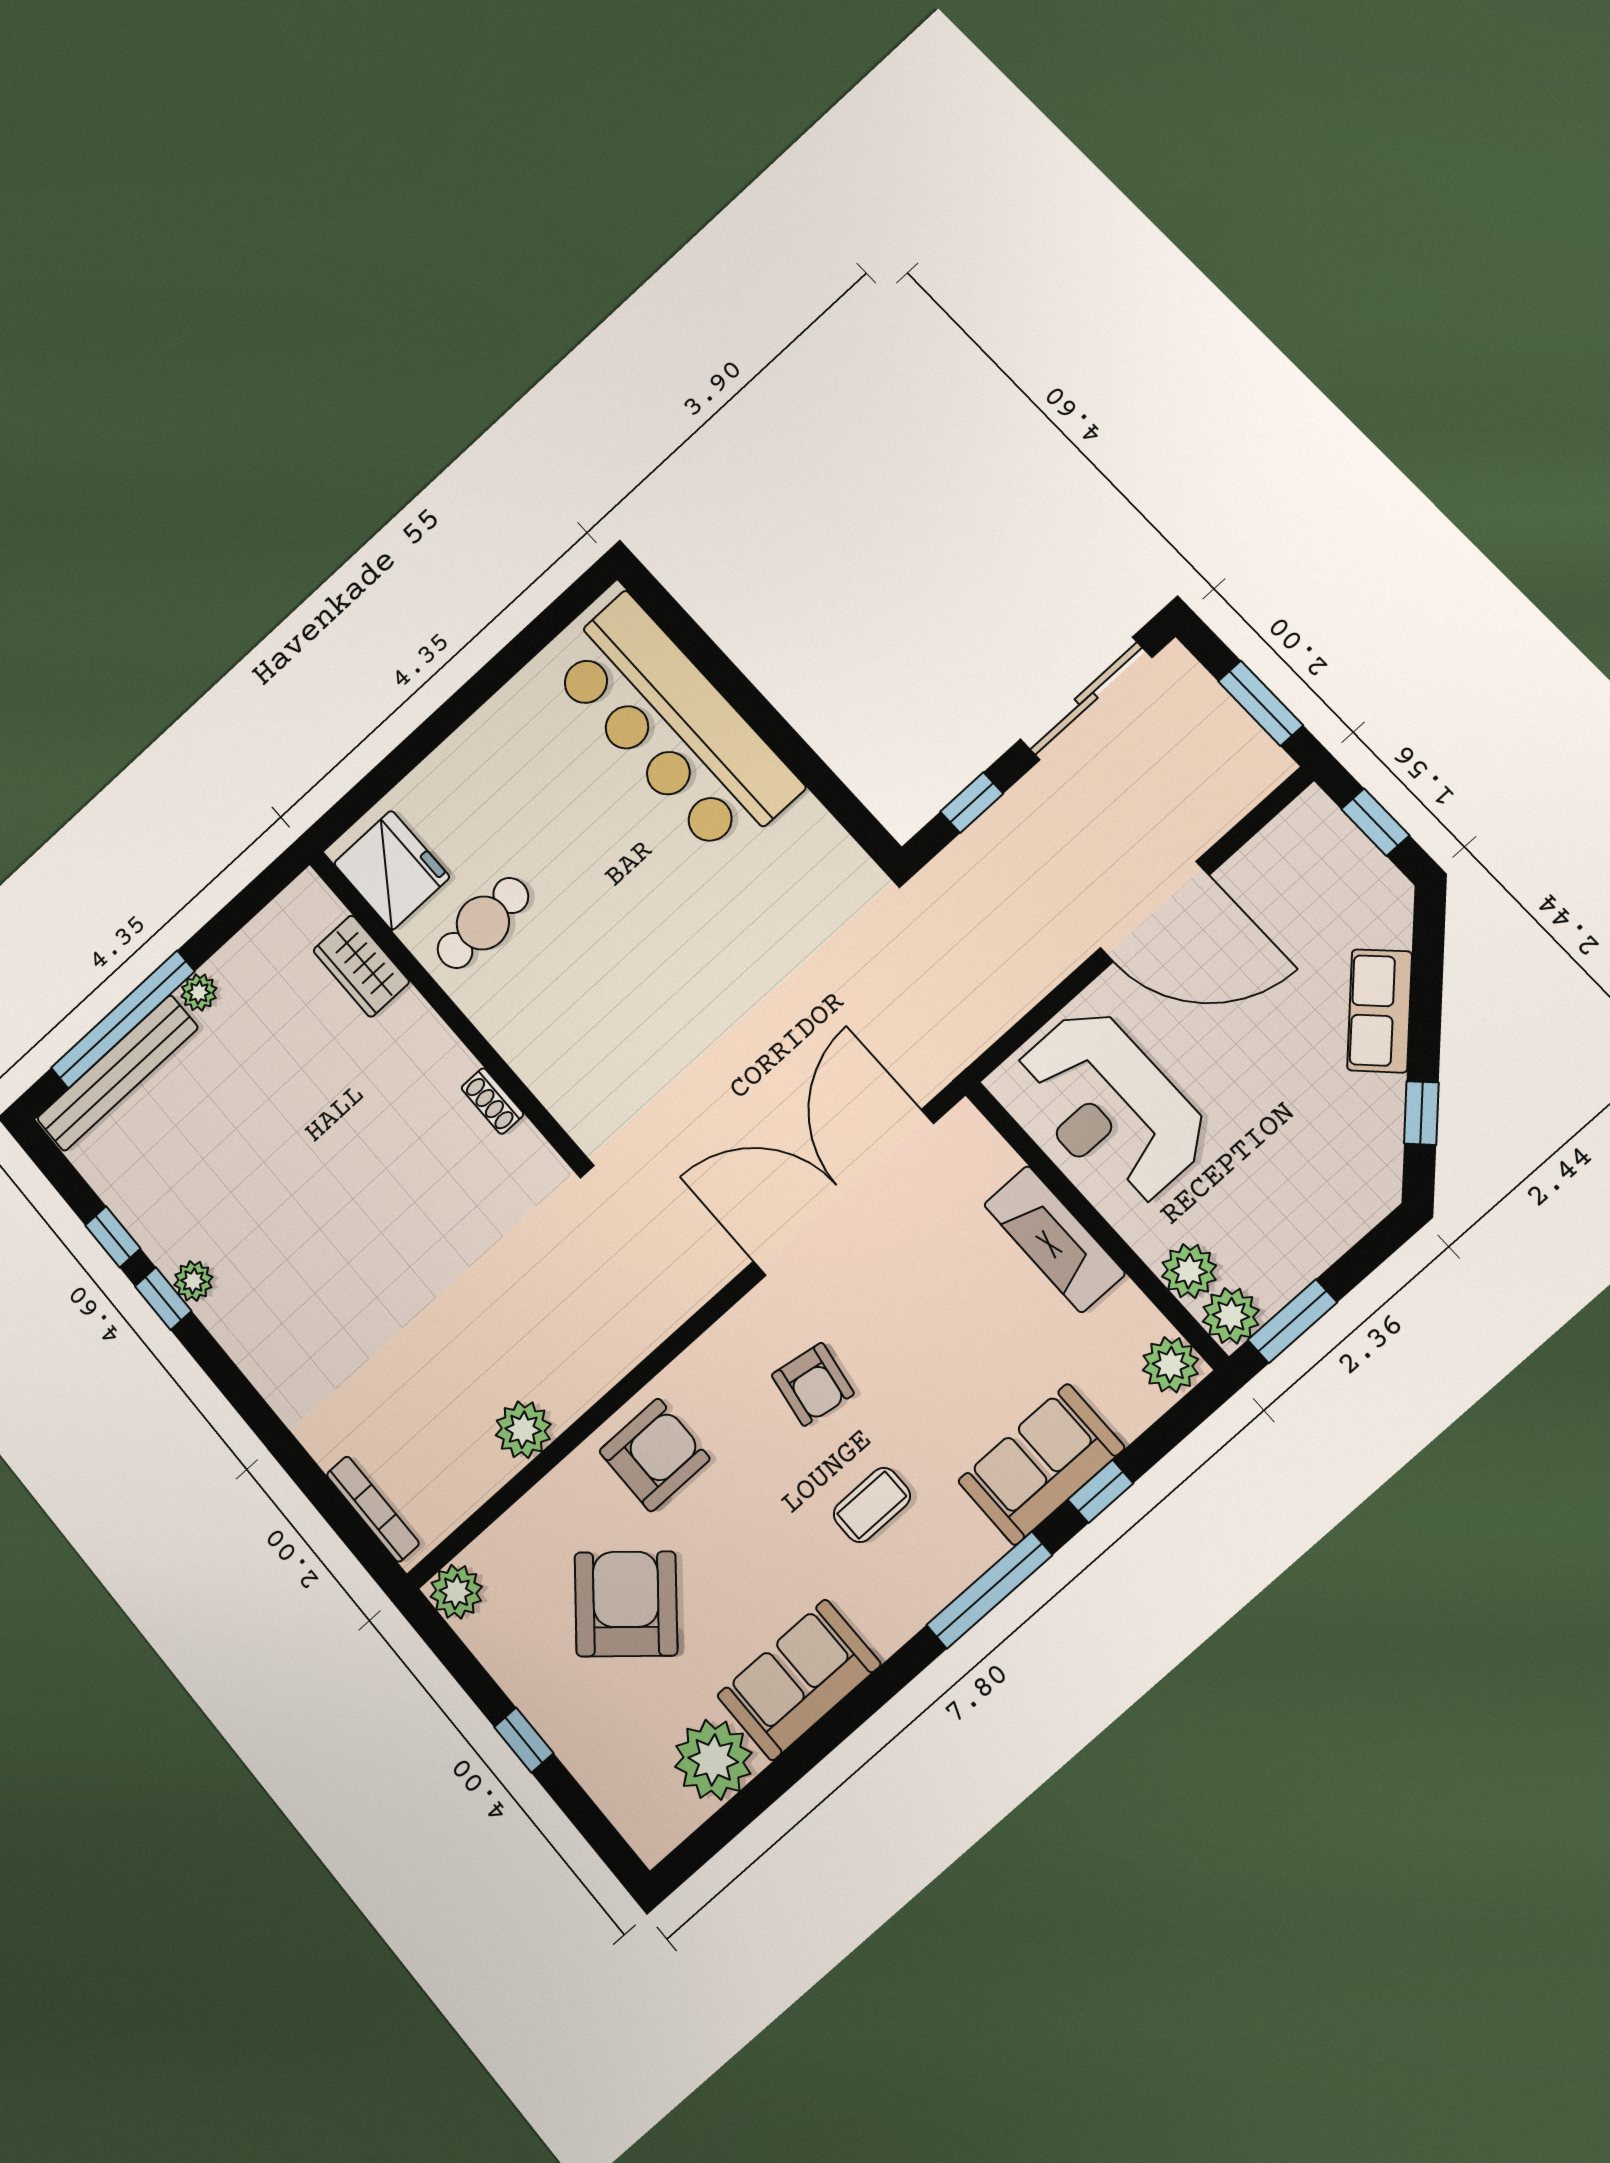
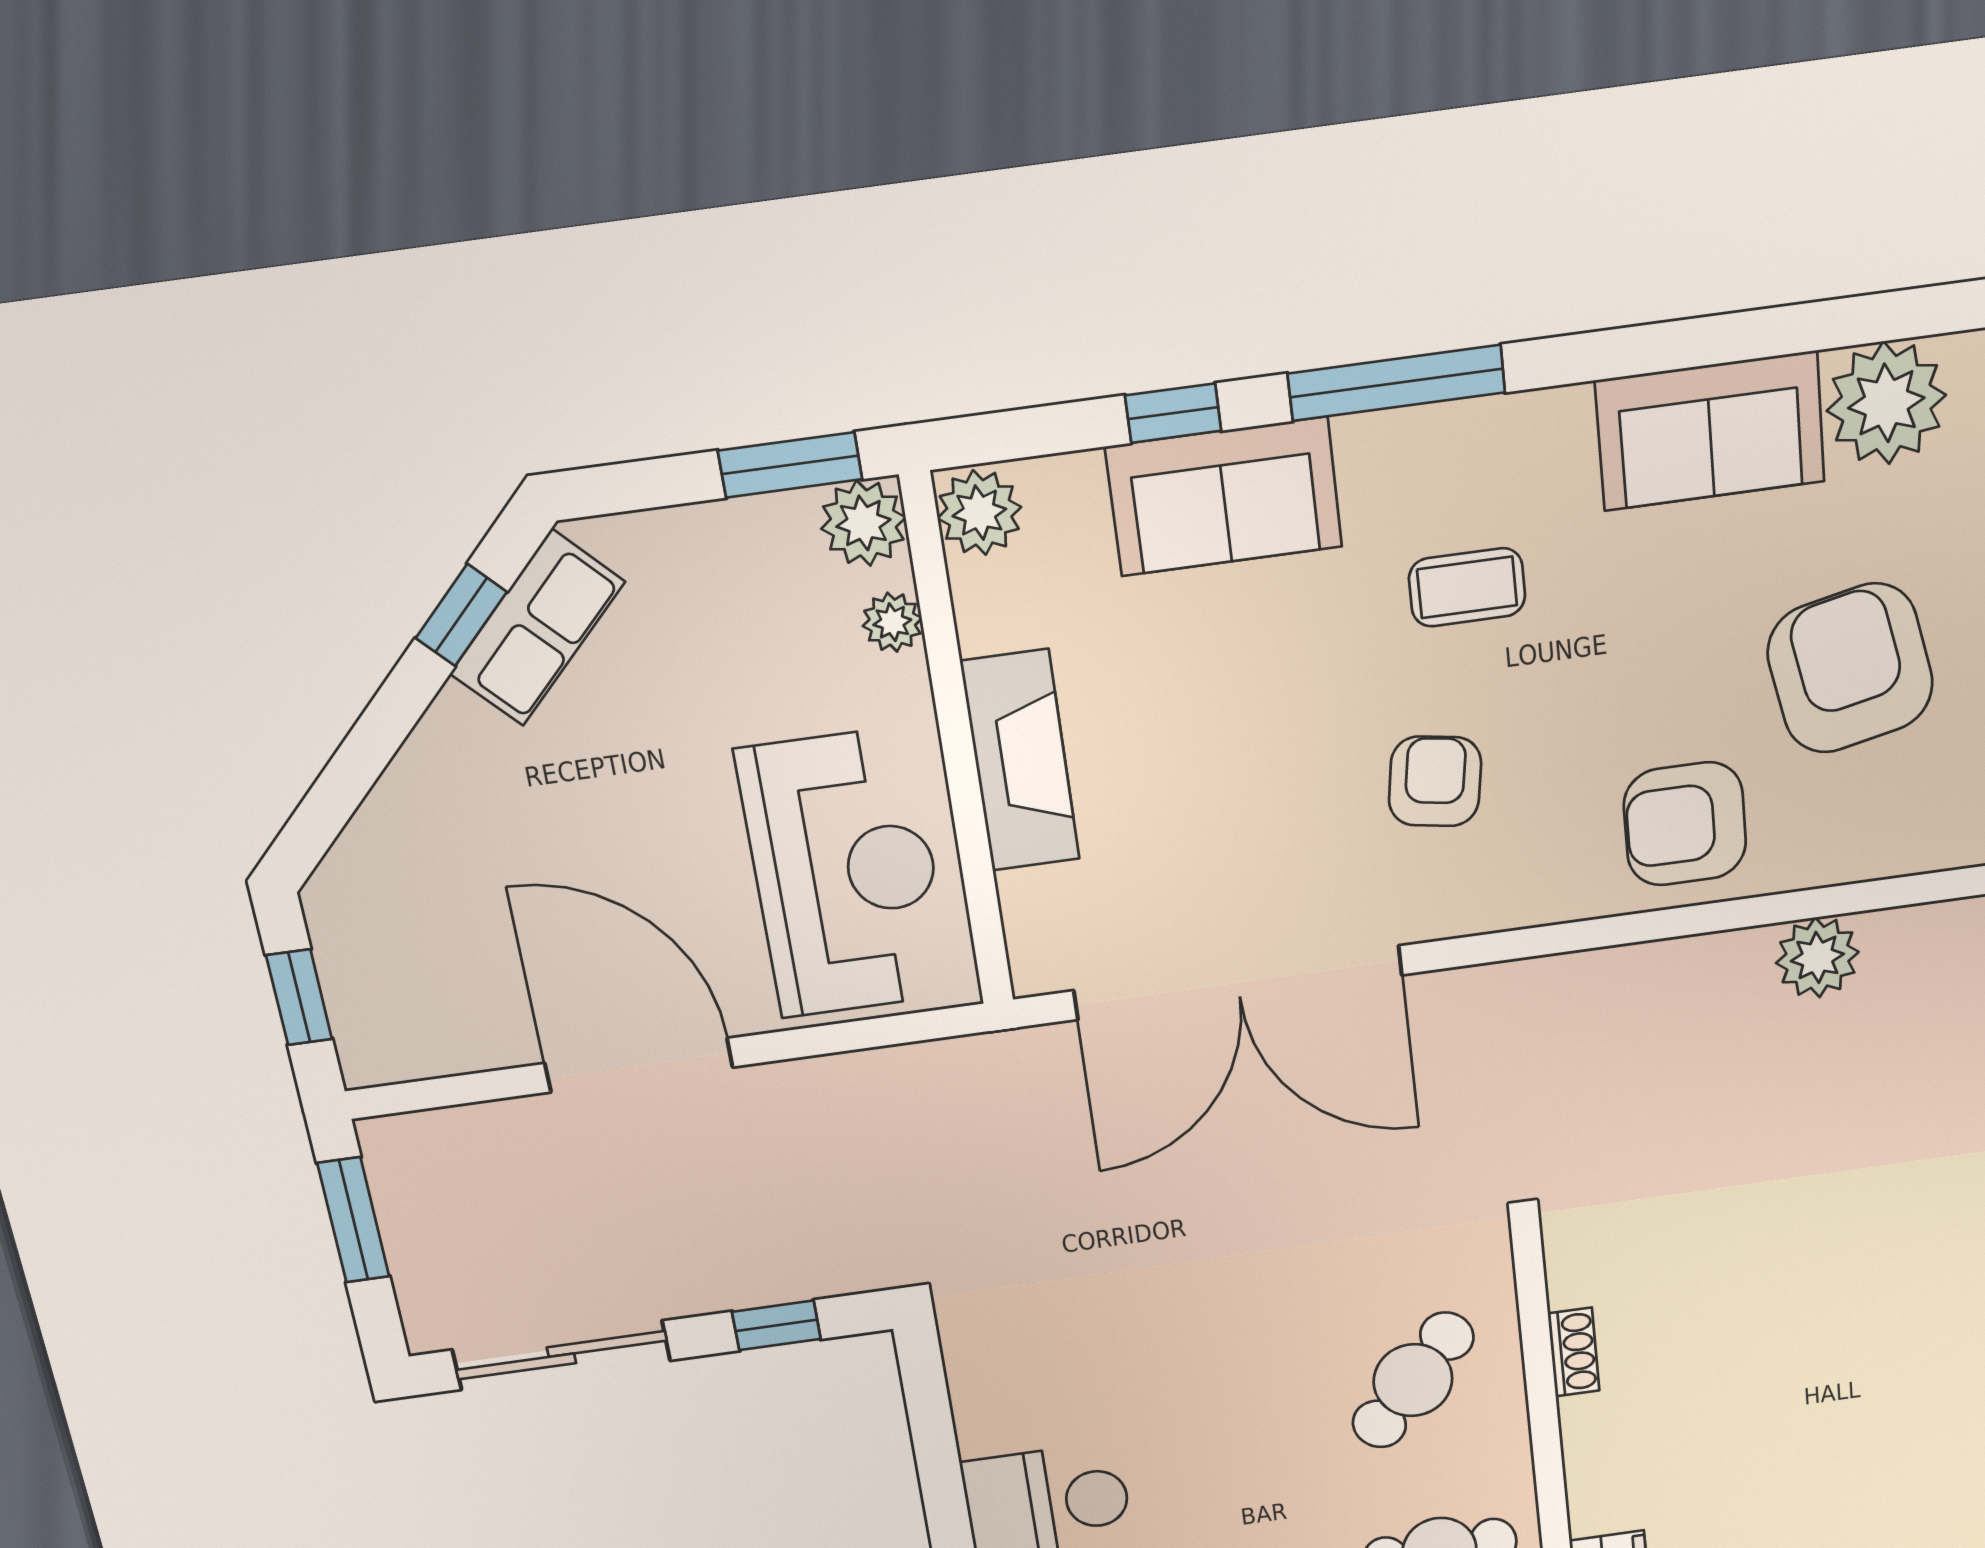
row of seats: (1380, 1011) -> (537, 628), moved
cafe table: (575, 1020) -> (1413, 1380), added
plant: (1189, 1271) -> (892, 622), width x0.73, depth x0.73
armchair: (626, 1604) -> (1850, 668), turned 128

